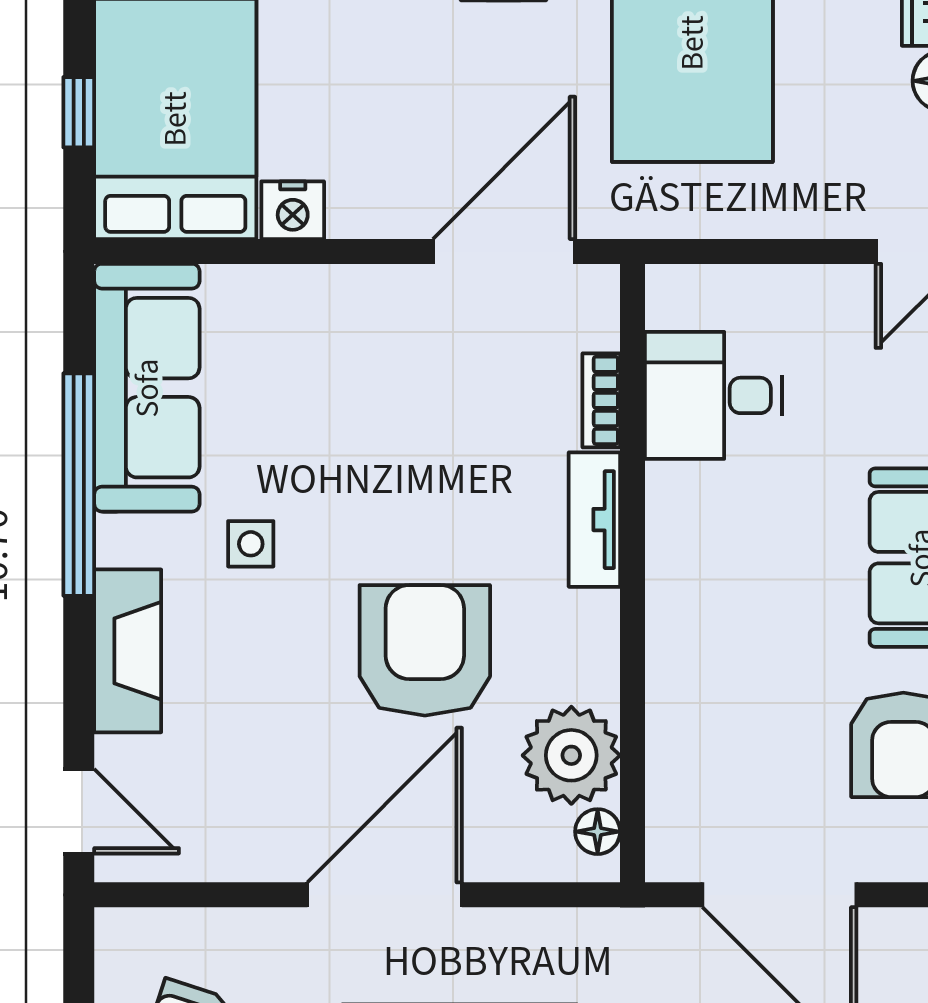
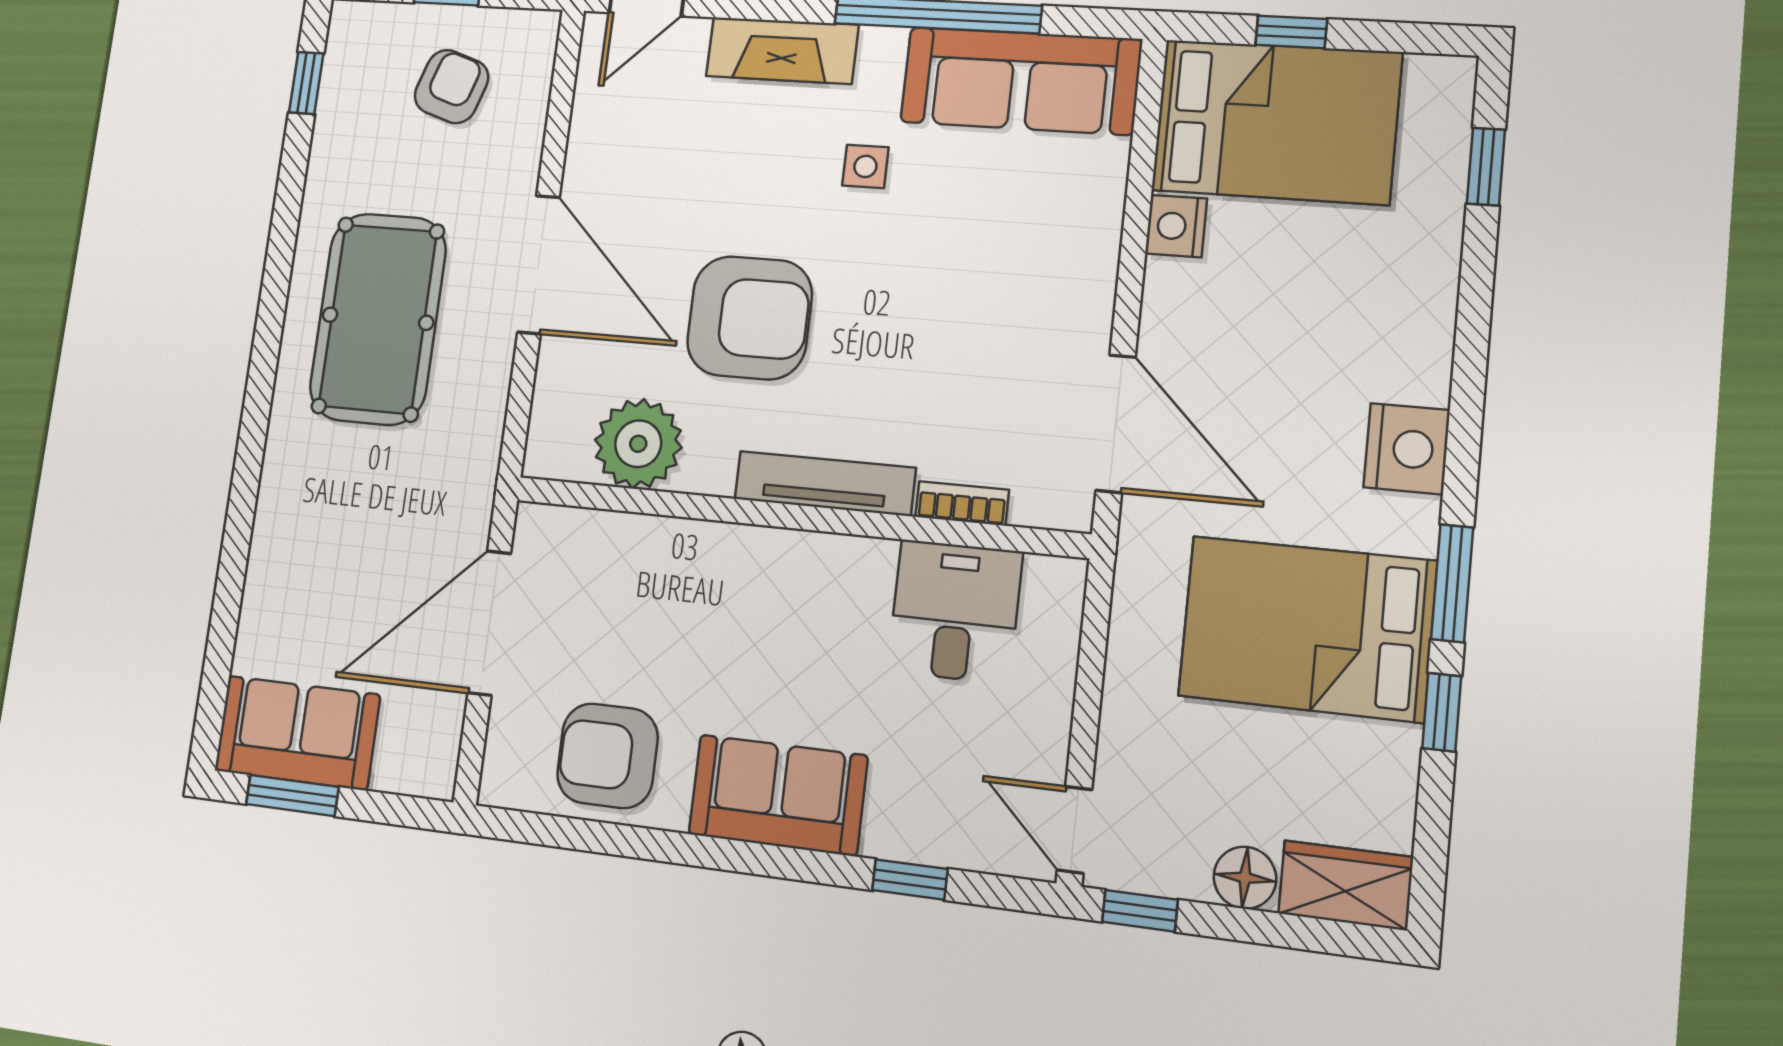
tv unit: (594, 520) -> (825, 483), width x1.41
floor lamp: (598, 832) -> (568, 461), removed

